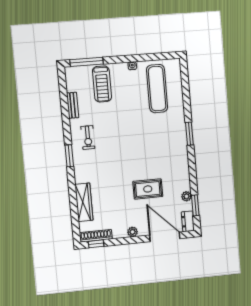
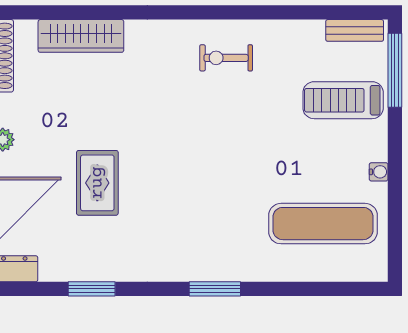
bench: (73, 105) -> (355, 30), moved
window: (69, 156) -> (189, 12), removed
plant: (186, 196) -> (72, 270), removed
window: (195, 205) -> (92, 289), moved

